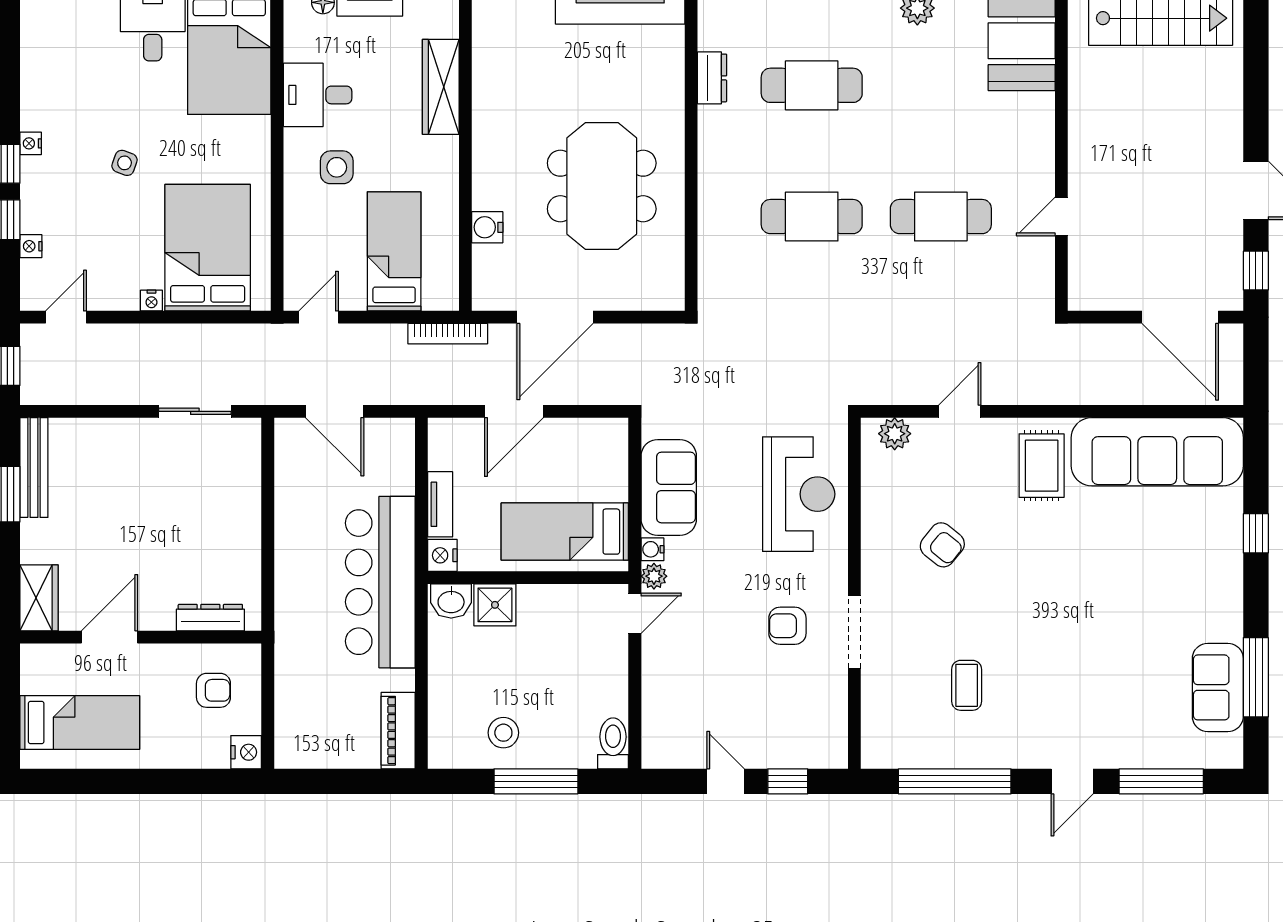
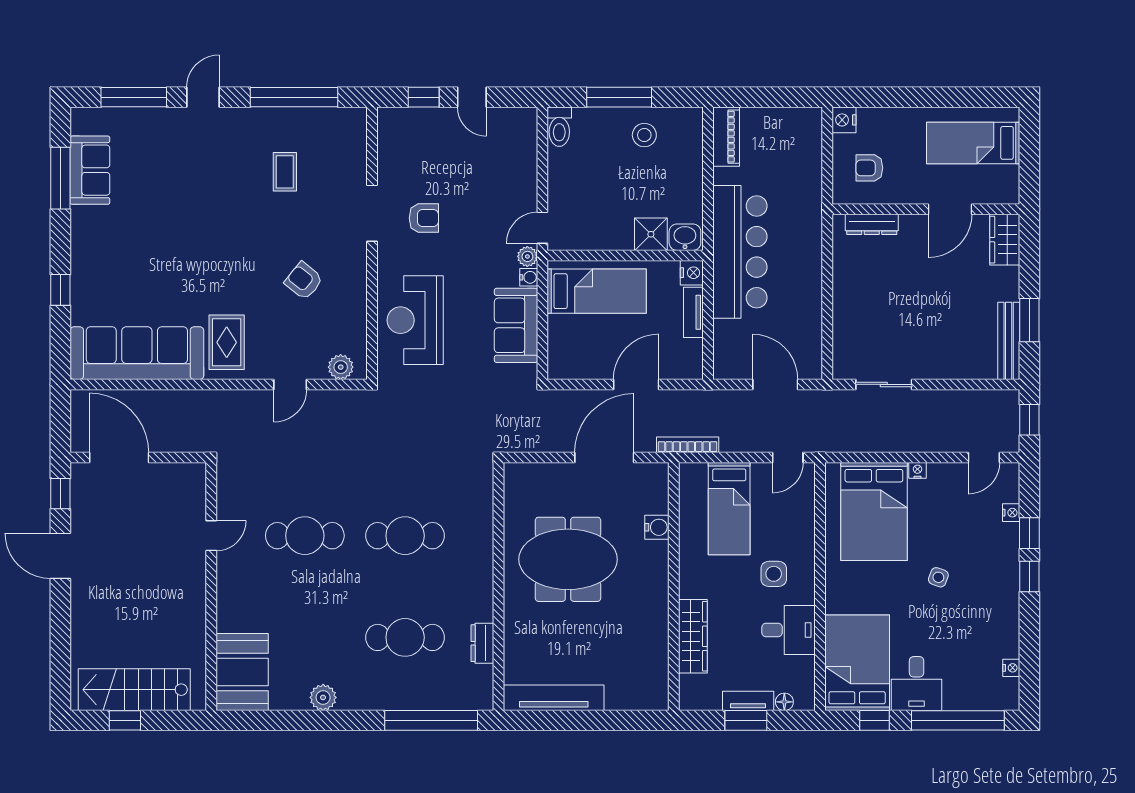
nightstand: (31, 143) -> (1011, 668), moved
meeting table: (602, 186) -> (568, 559), turned 90

